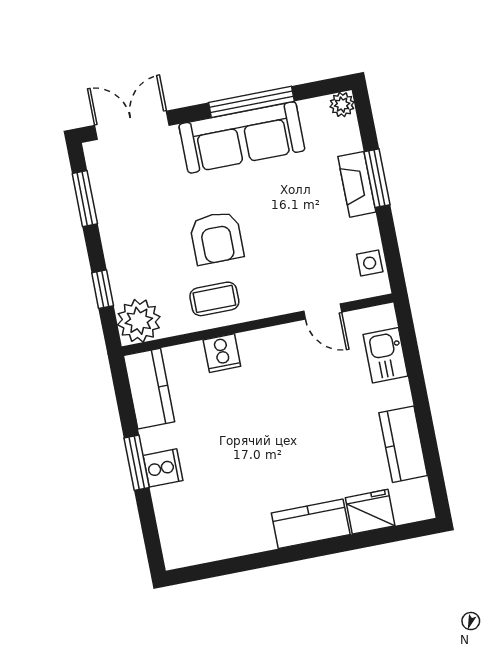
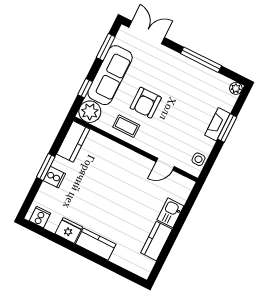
sofa: (242, 137) -> (110, 75), moved, turned -90
door: (323, 312) -> (165, 164), hinge flipped
cooker: (222, 353) -> (40, 217), moved, turned 180
kitchen sink: (385, 355) -> (170, 213), moved
fridge: (370, 512) -> (69, 230), moved

